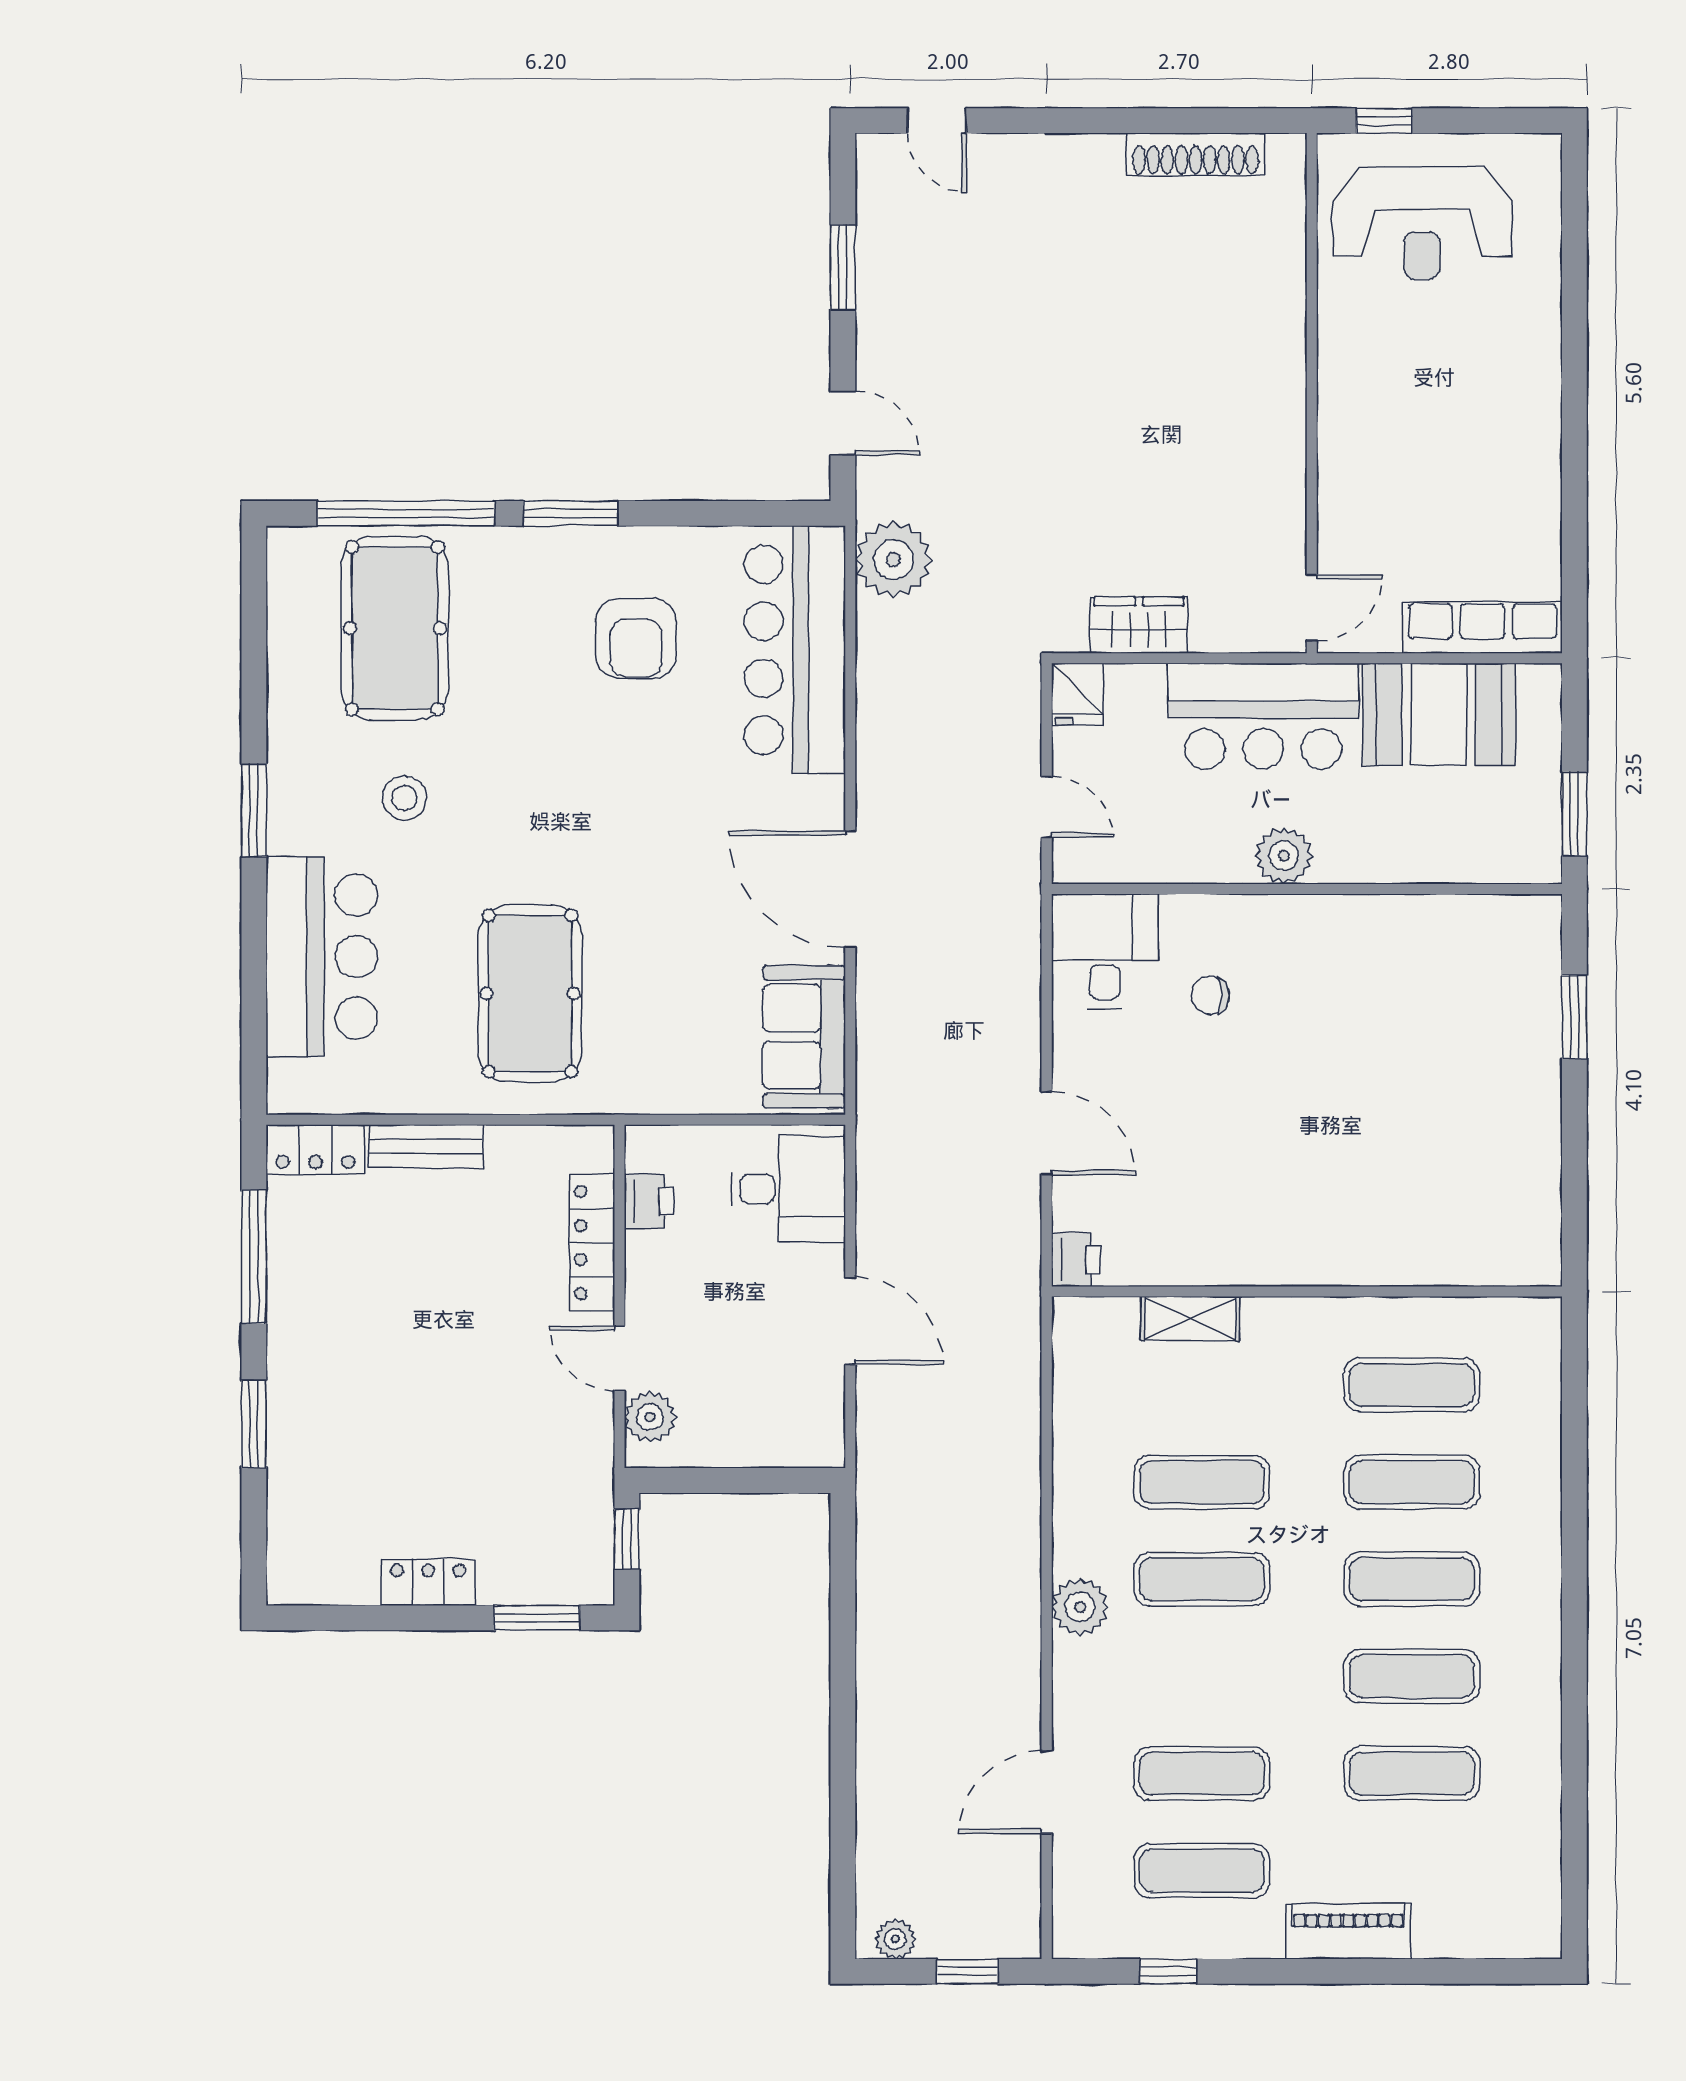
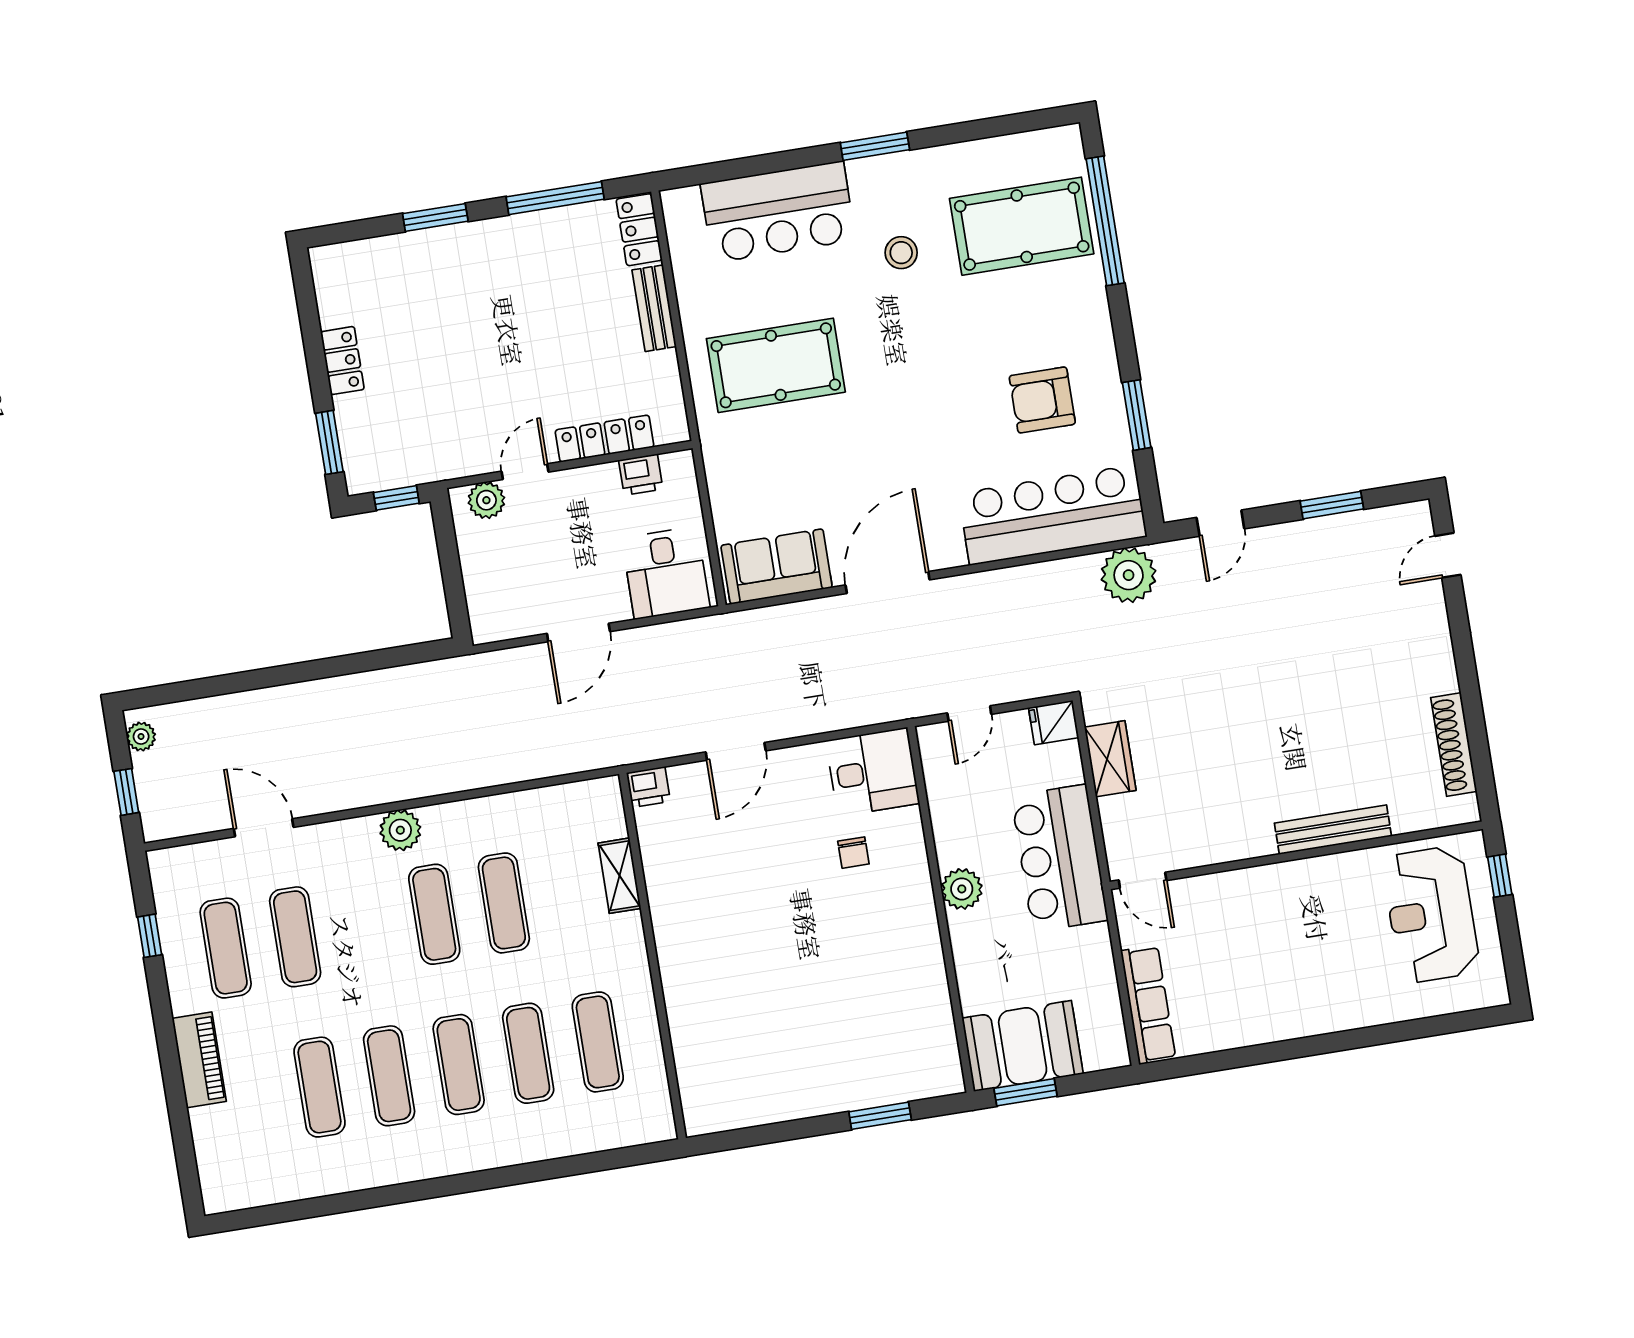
bench: (1285, 337) -> (1333, 830), added
window: (570, 513) -> (1137, 415), moved
booth: (1439, 714) -> (1023, 1046), moved, turned 90
chair: (1210, 995) -> (853, 853), turned 180

